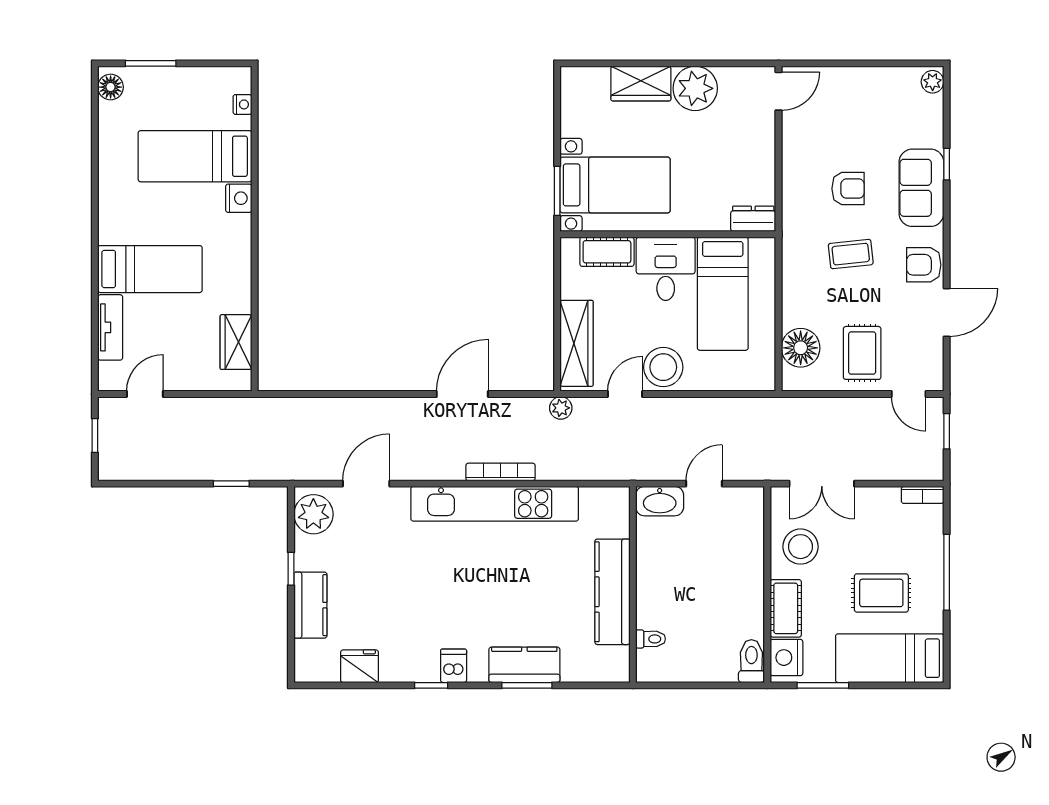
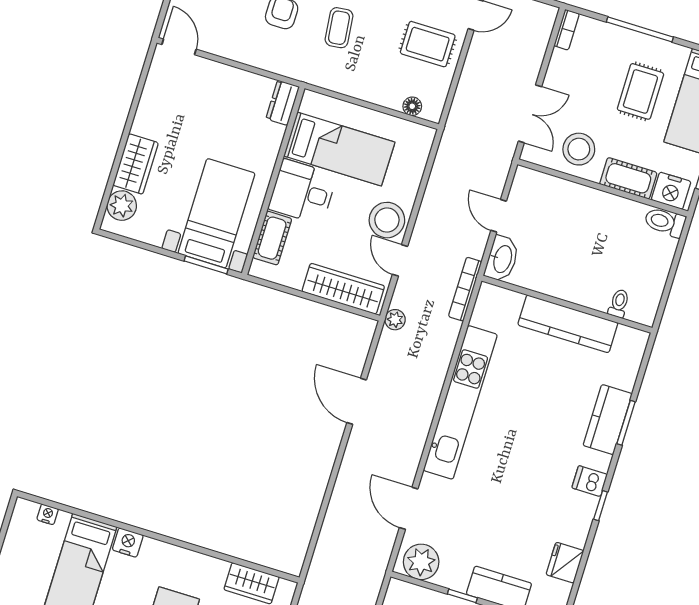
plant: (695, 88) -> (122, 206), moved, width x0.73, depth x0.73
floor lamp: (801, 348) -> (412, 106), width x0.53, depth x0.53
bookcase: (501, 472) -> (465, 289), moved

